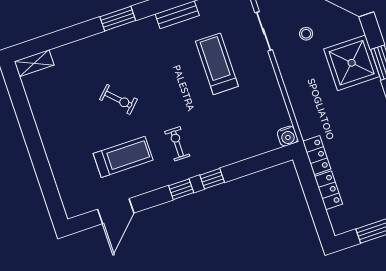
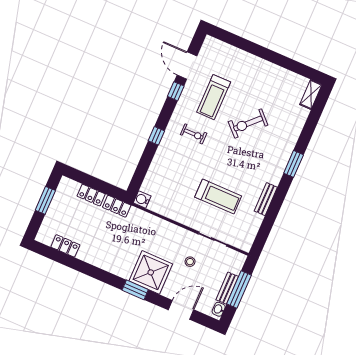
exercise bike: (118, 99) -> (248, 123), width x1.38, depth x1.39
window: (181, 189) -> (176, 91), moved

